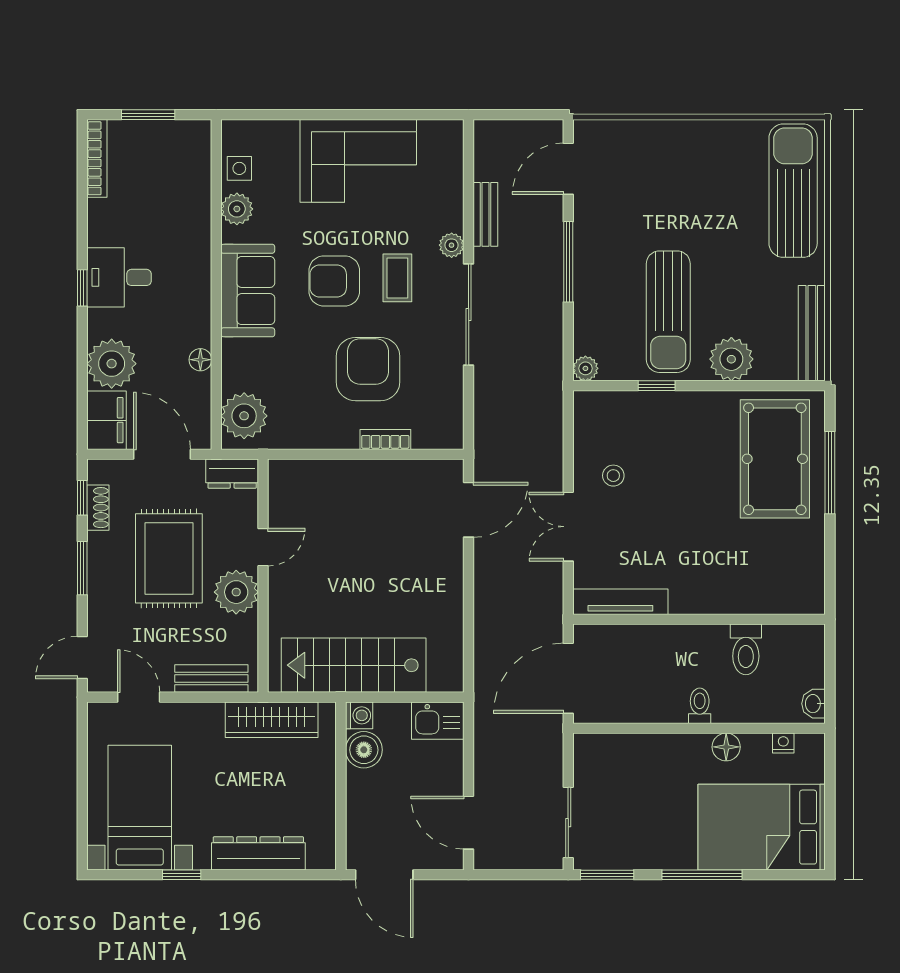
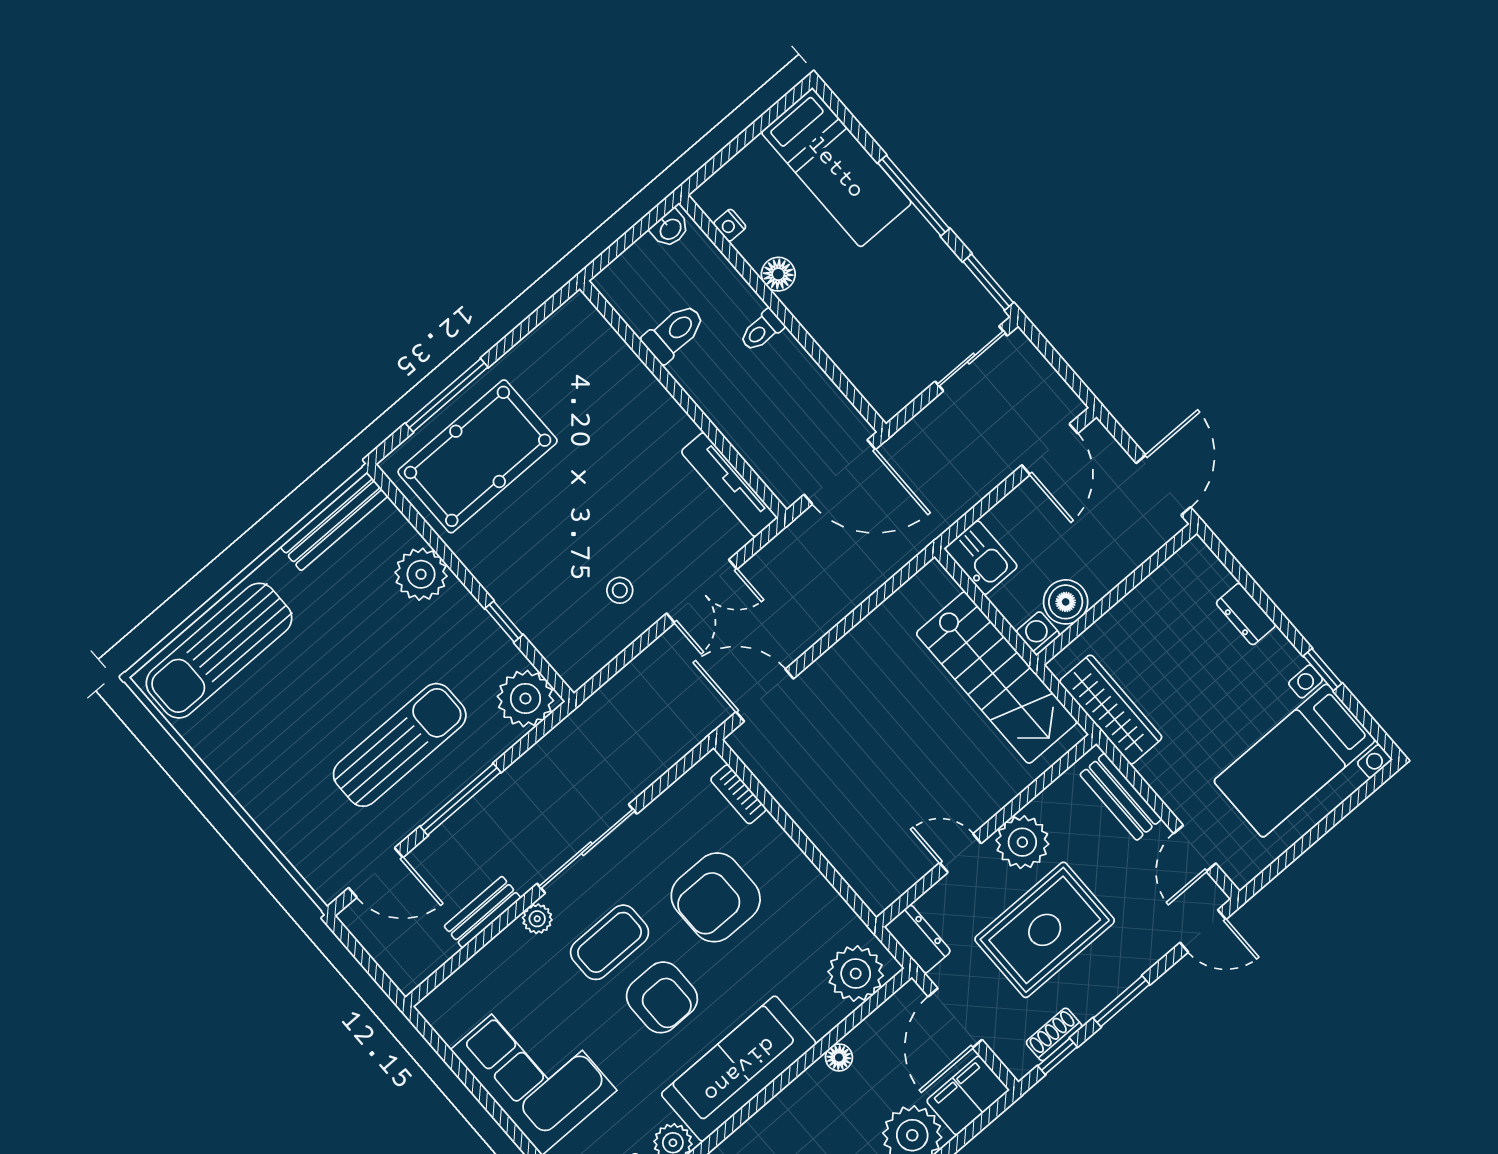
coffee table: (397, 278) -> (610, 942), width x1.36, depth x1.30
sofa: (248, 291) -> (739, 1069), width x1.36
sun lounger: (668, 312) -> (400, 745), moved
plant: (585, 368) -> (525, 699), width x1.88, depth x1.88
bookcase: (385, 439) -> (738, 794), moved
bed: (762, 827) -> (836, 168), width x0.67
dresser: (258, 853) -> (1246, 614), width x0.51, depth x0.80

